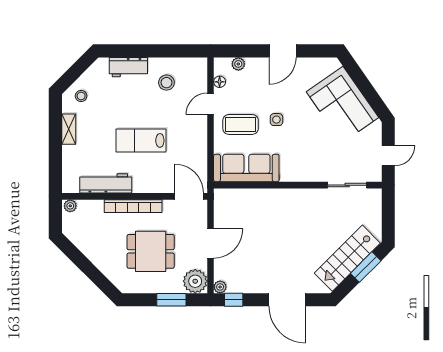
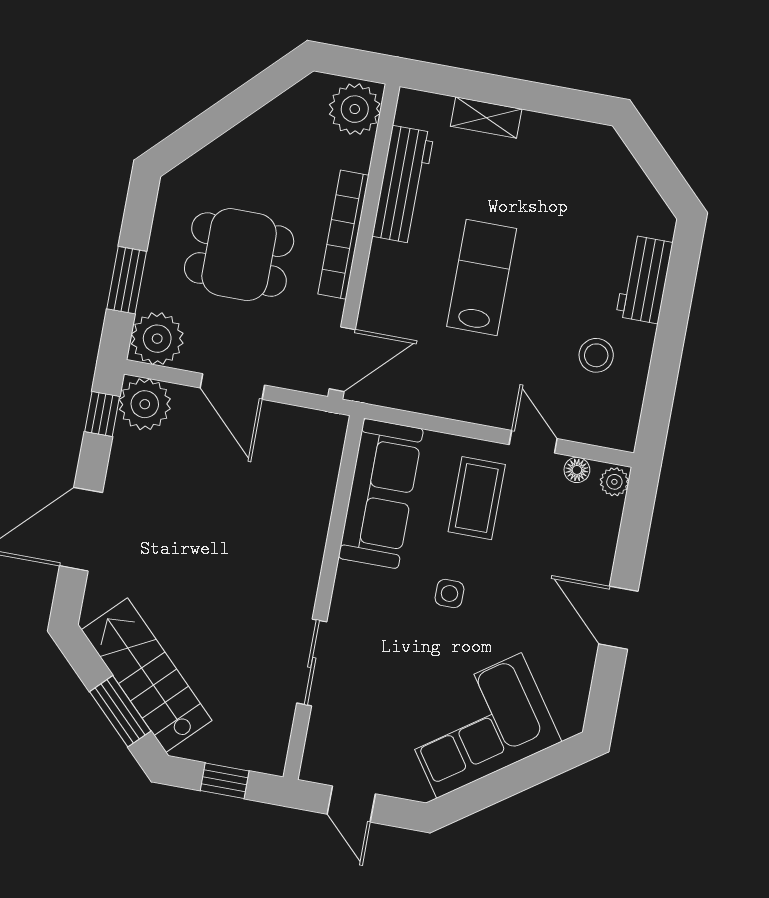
plant: (238, 64) -> (614, 482), moved
stool: (81, 96) -> (601, 166), removed
side table: (276, 120) -> (449, 594), moved
shelving: (69, 129) -> (486, 118), moved
sliding door: (347, 185) -> (312, 662), moved
plant: (70, 206) -> (355, 109), width x1.87, depth x1.87
window: (388, 214) -> (225, 781), added
dining table: (151, 251) -> (239, 255), turned 90
plant: (220, 287) -> (145, 404), width x1.88, depth x1.88

